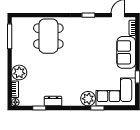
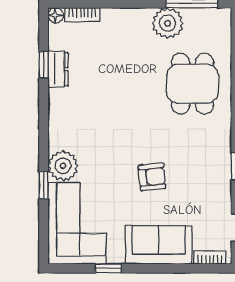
dining table: (48, 36) -> (193, 84), width x0.73
armchair: (93, 56) -> (152, 177), added
plant: (19, 72) -> (168, 23), moved
dresser: (53, 101) -> (58, 69), moved

